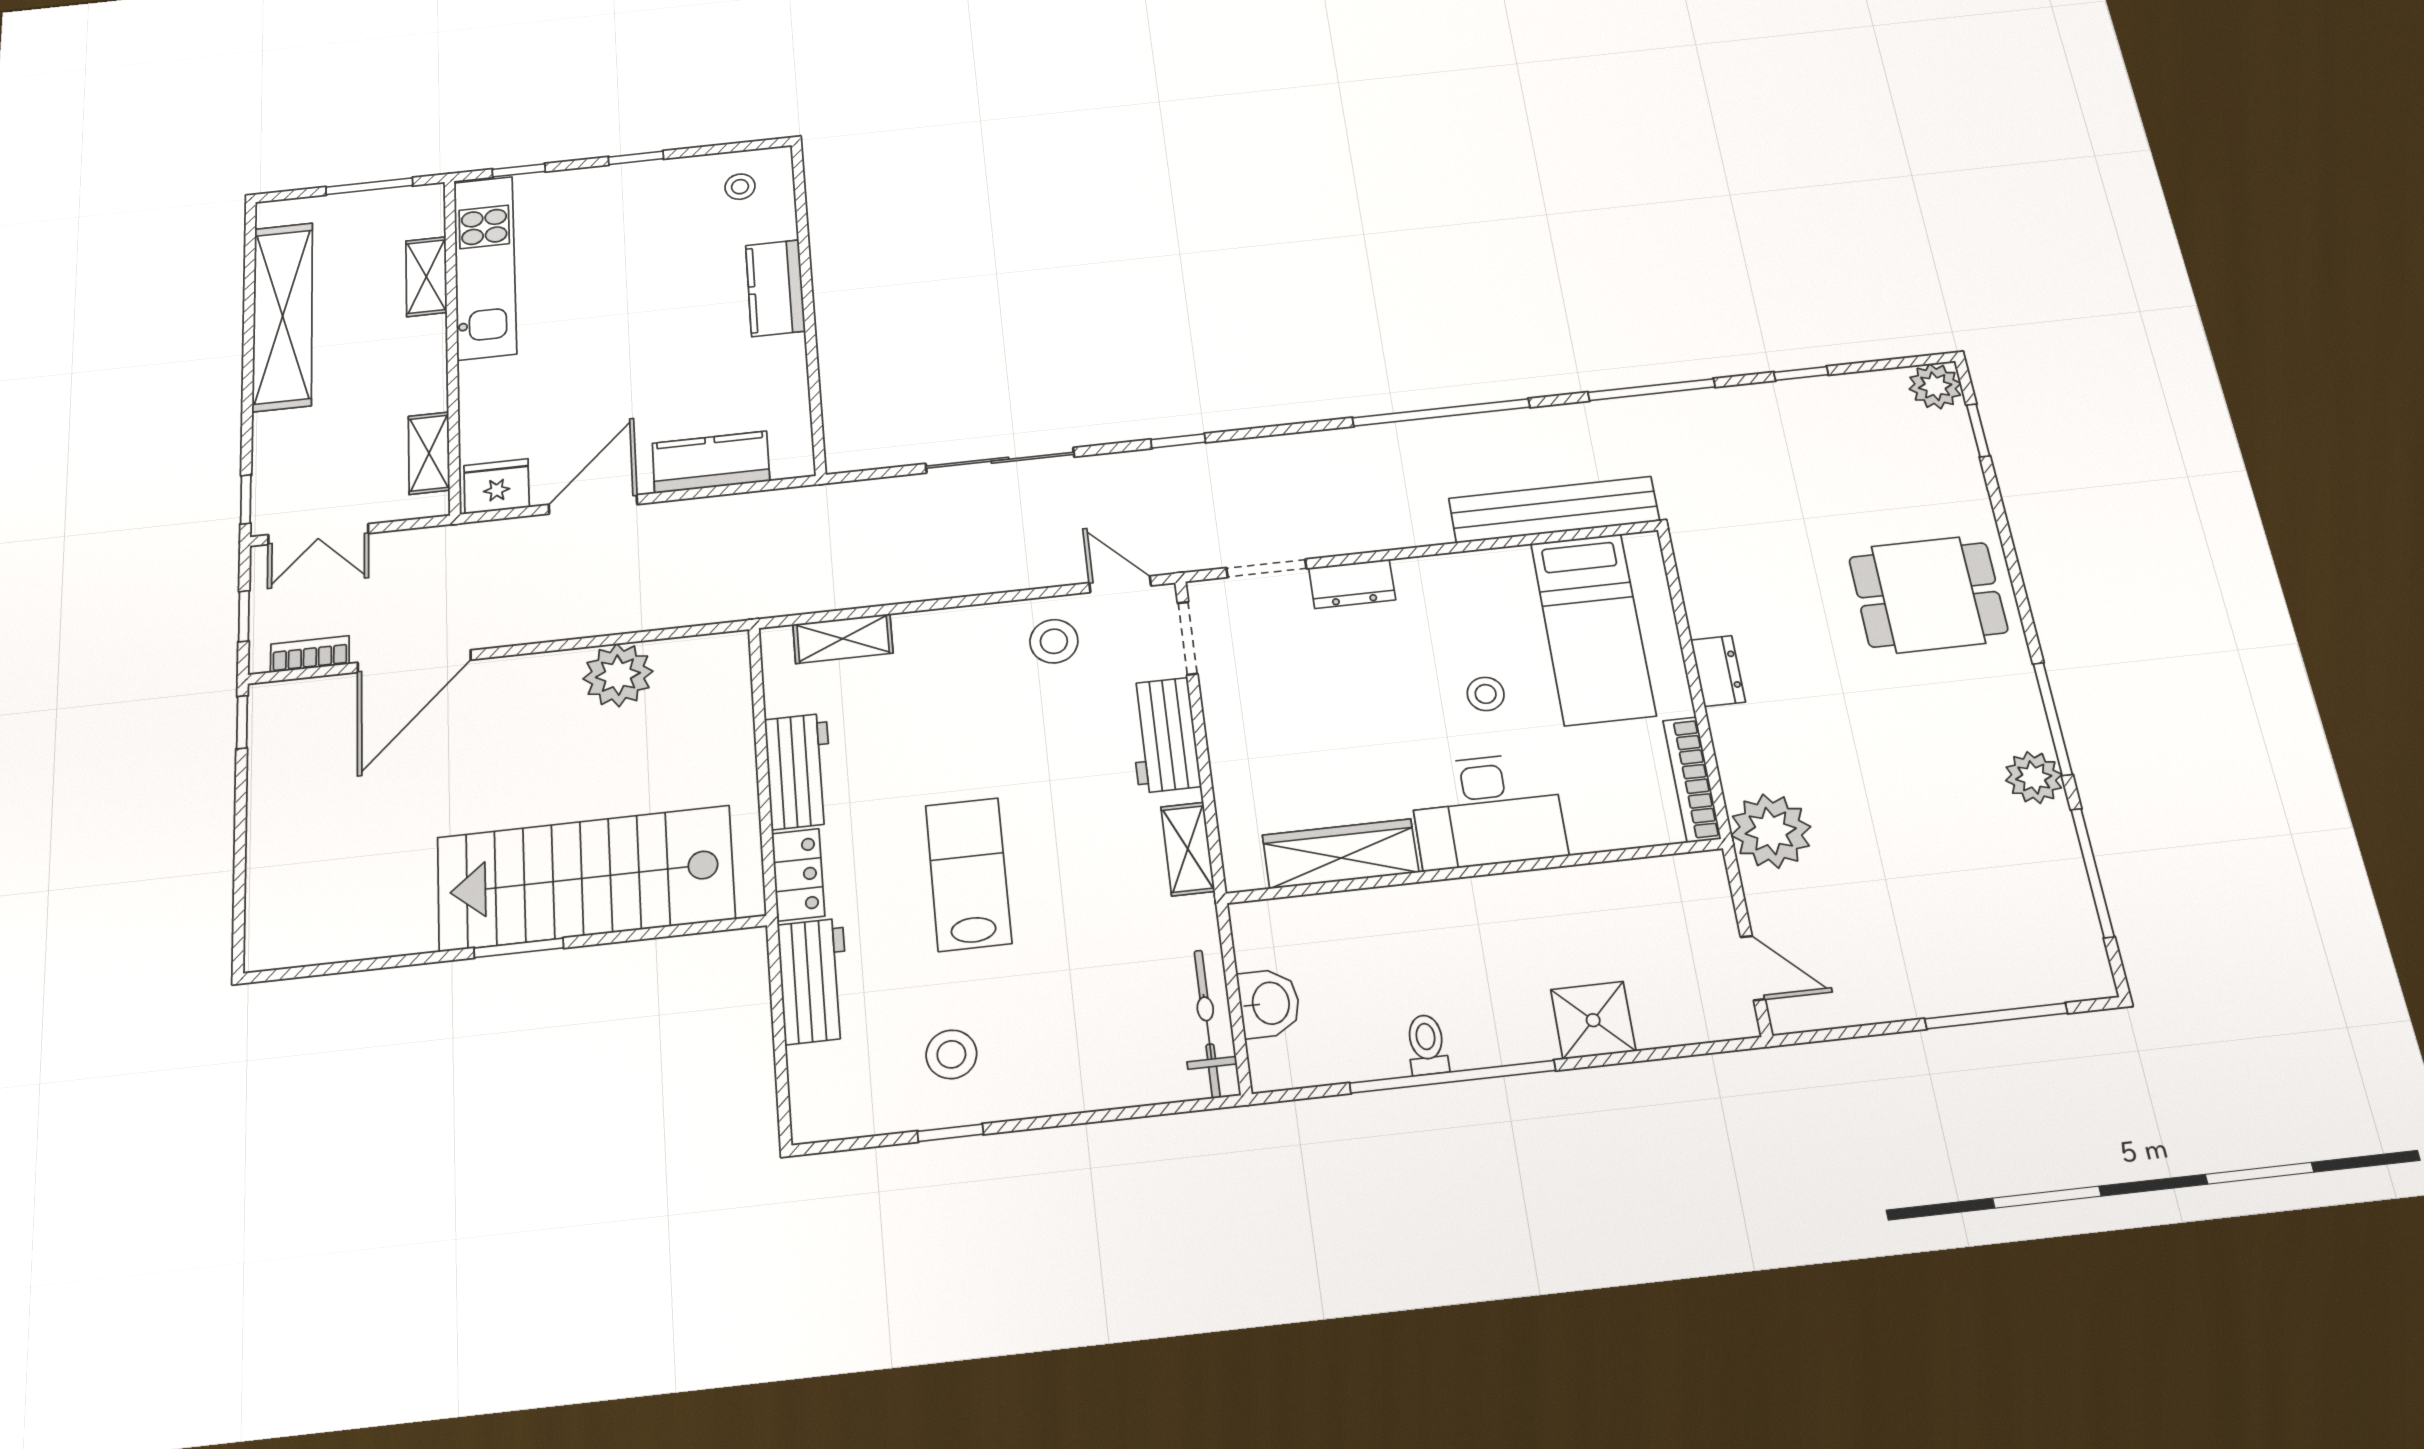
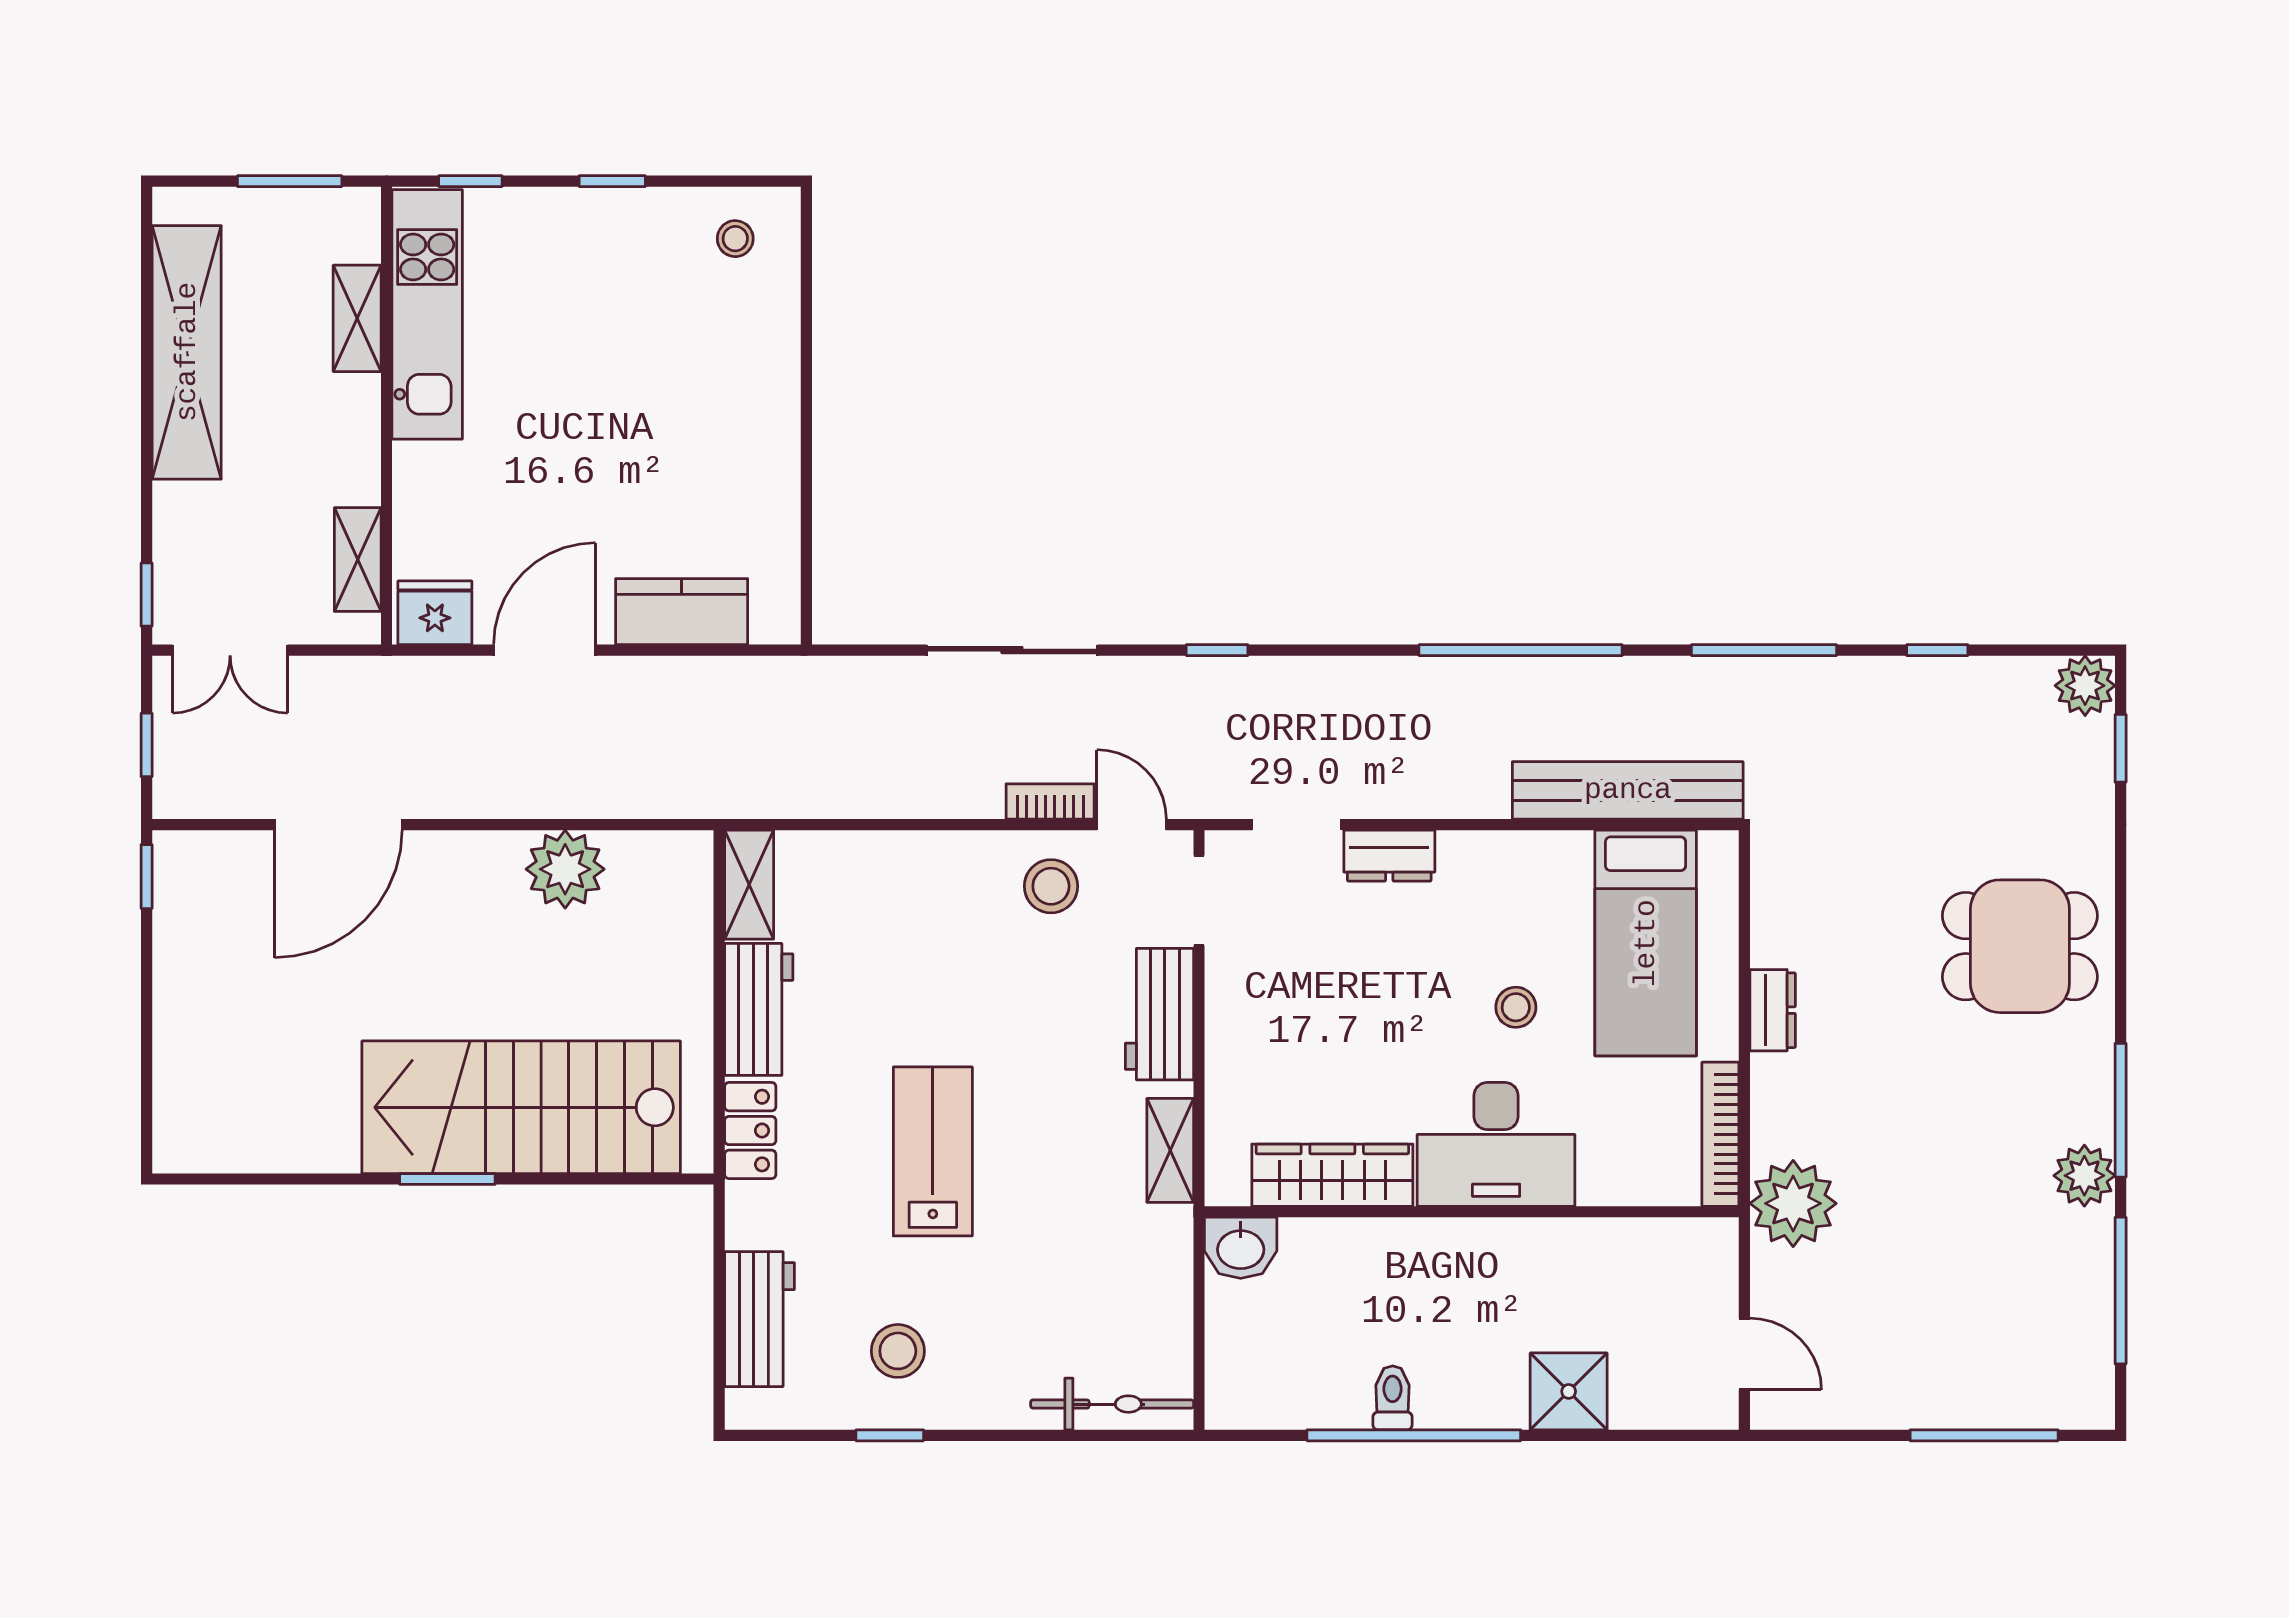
kitchen counter: (775, 288) -> (769, 387), removed
shelving: (843, 639) -> (749, 885), moved, turned 90
bookcase: (310, 654) -> (1050, 801), moved
workbench: (814, 981) -> (759, 1319), moved
washbasin: (1269, 1003) -> (1241, 1248), moved, turned 90
bicycle: (1207, 1024) -> (1112, 1404), moved, turned 90

